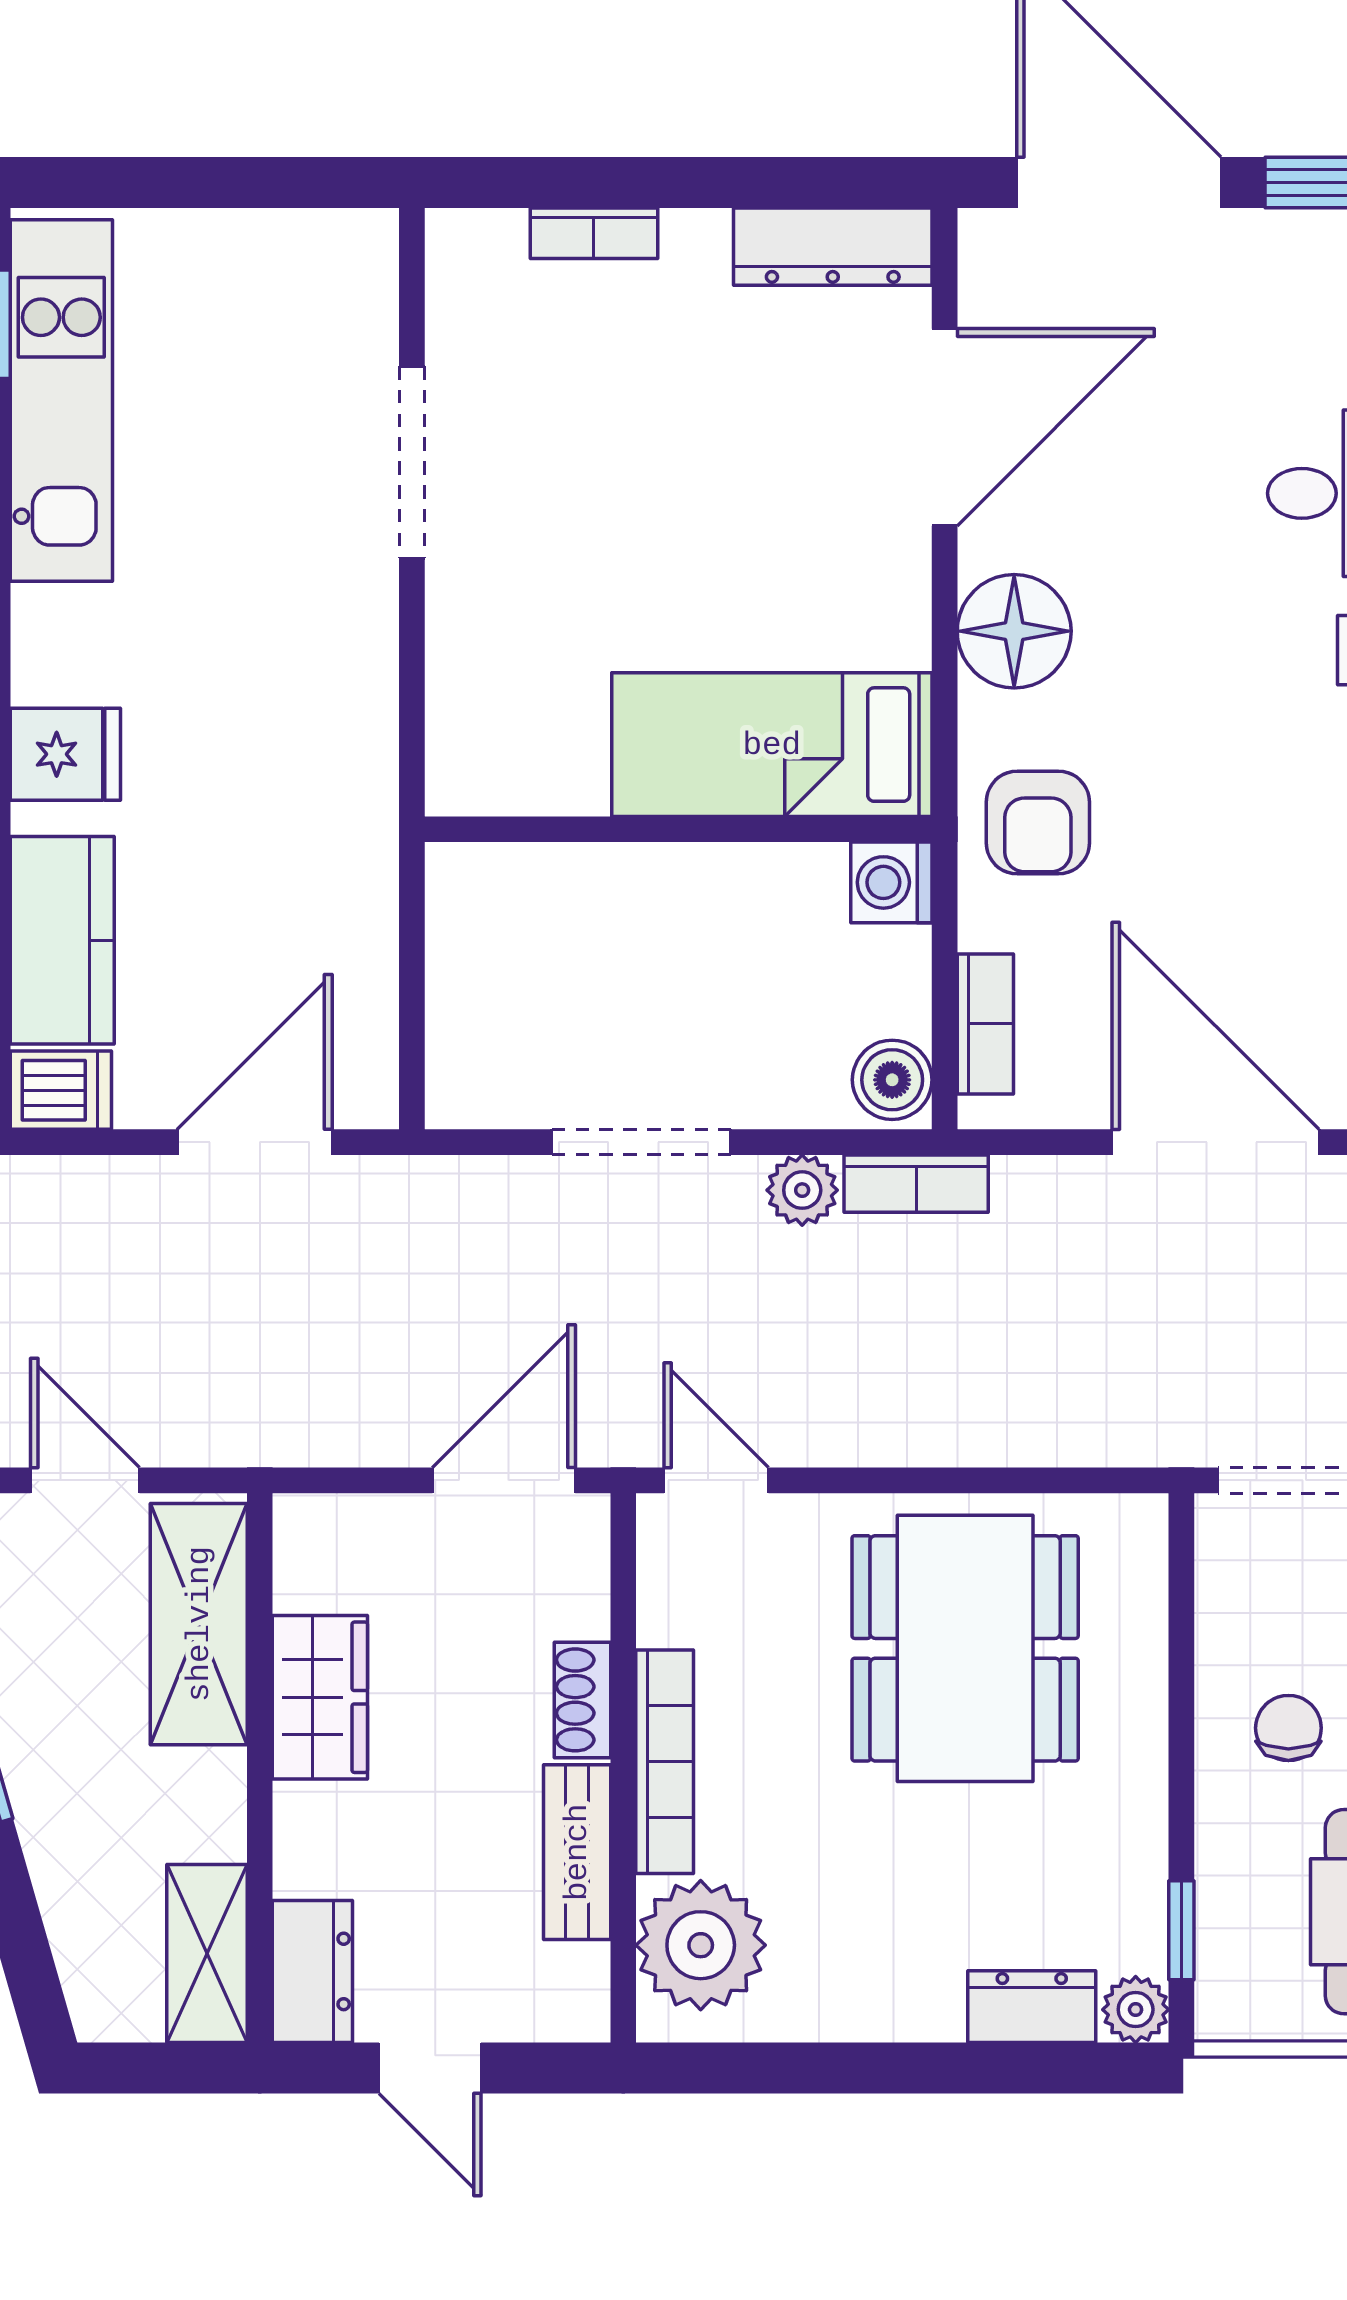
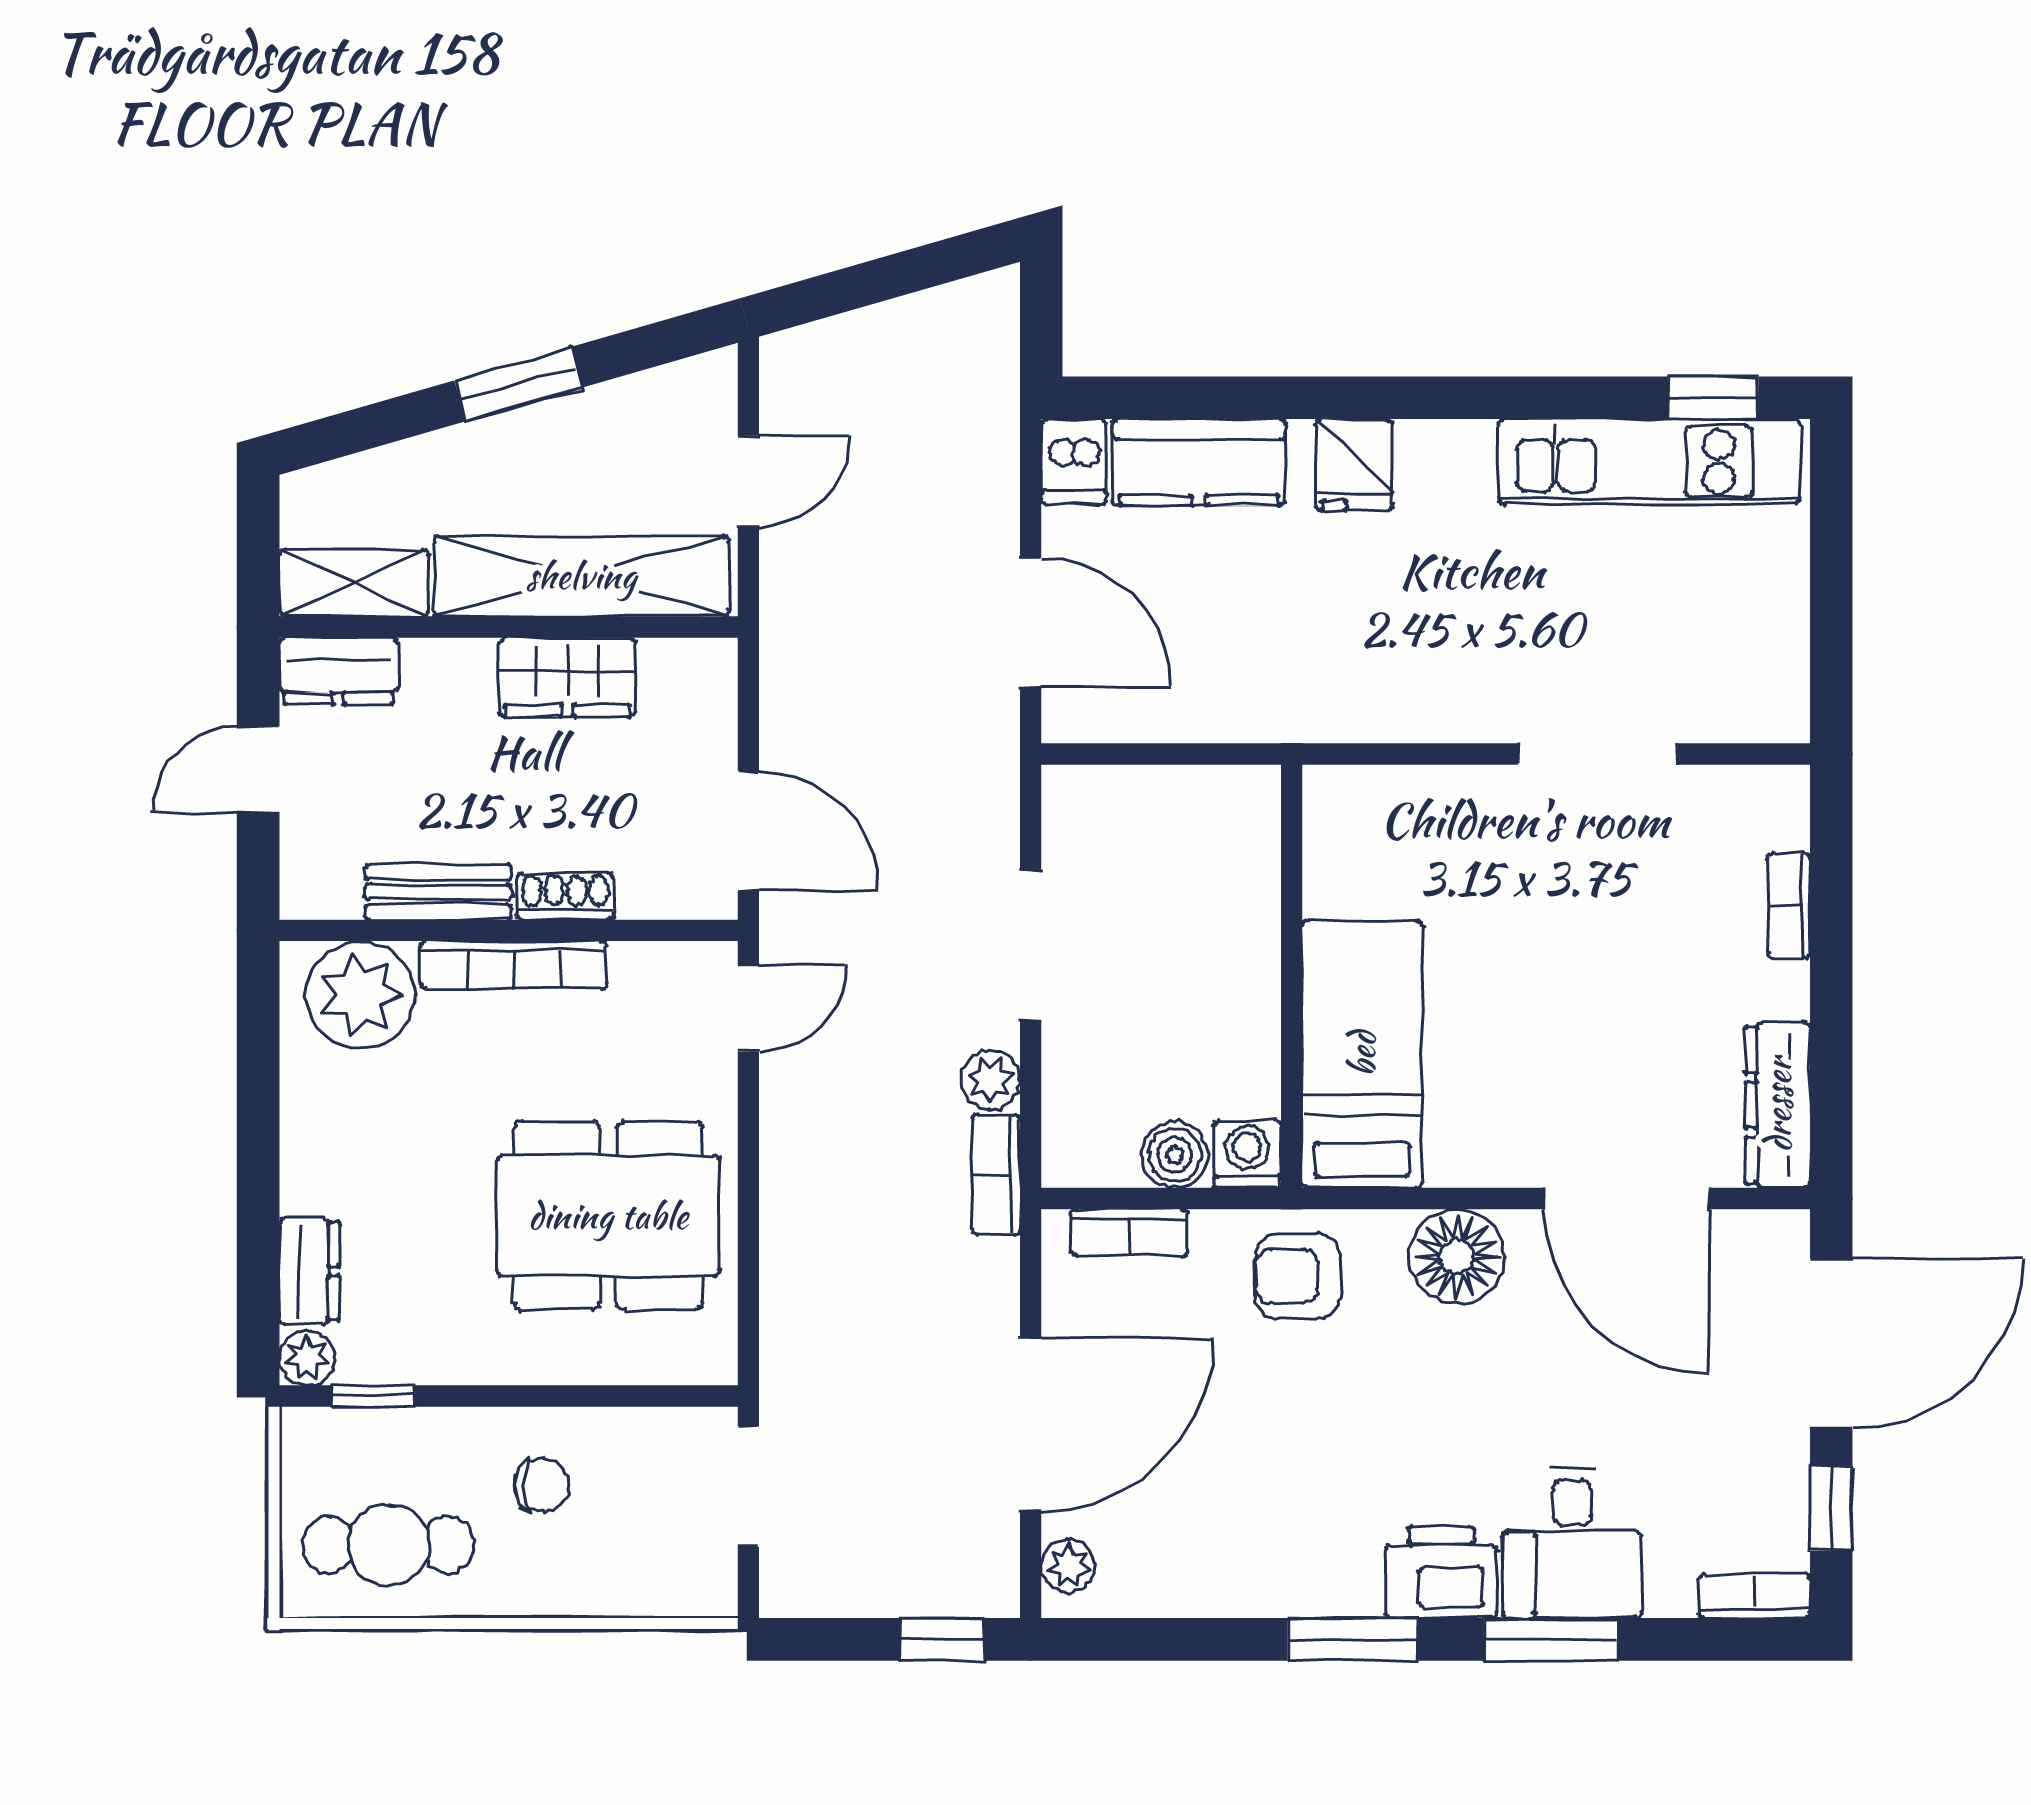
boiler: (892, 1080) -> (1175, 1155), moved
shelving: (199, 1624) -> (581, 576), width x1.47

